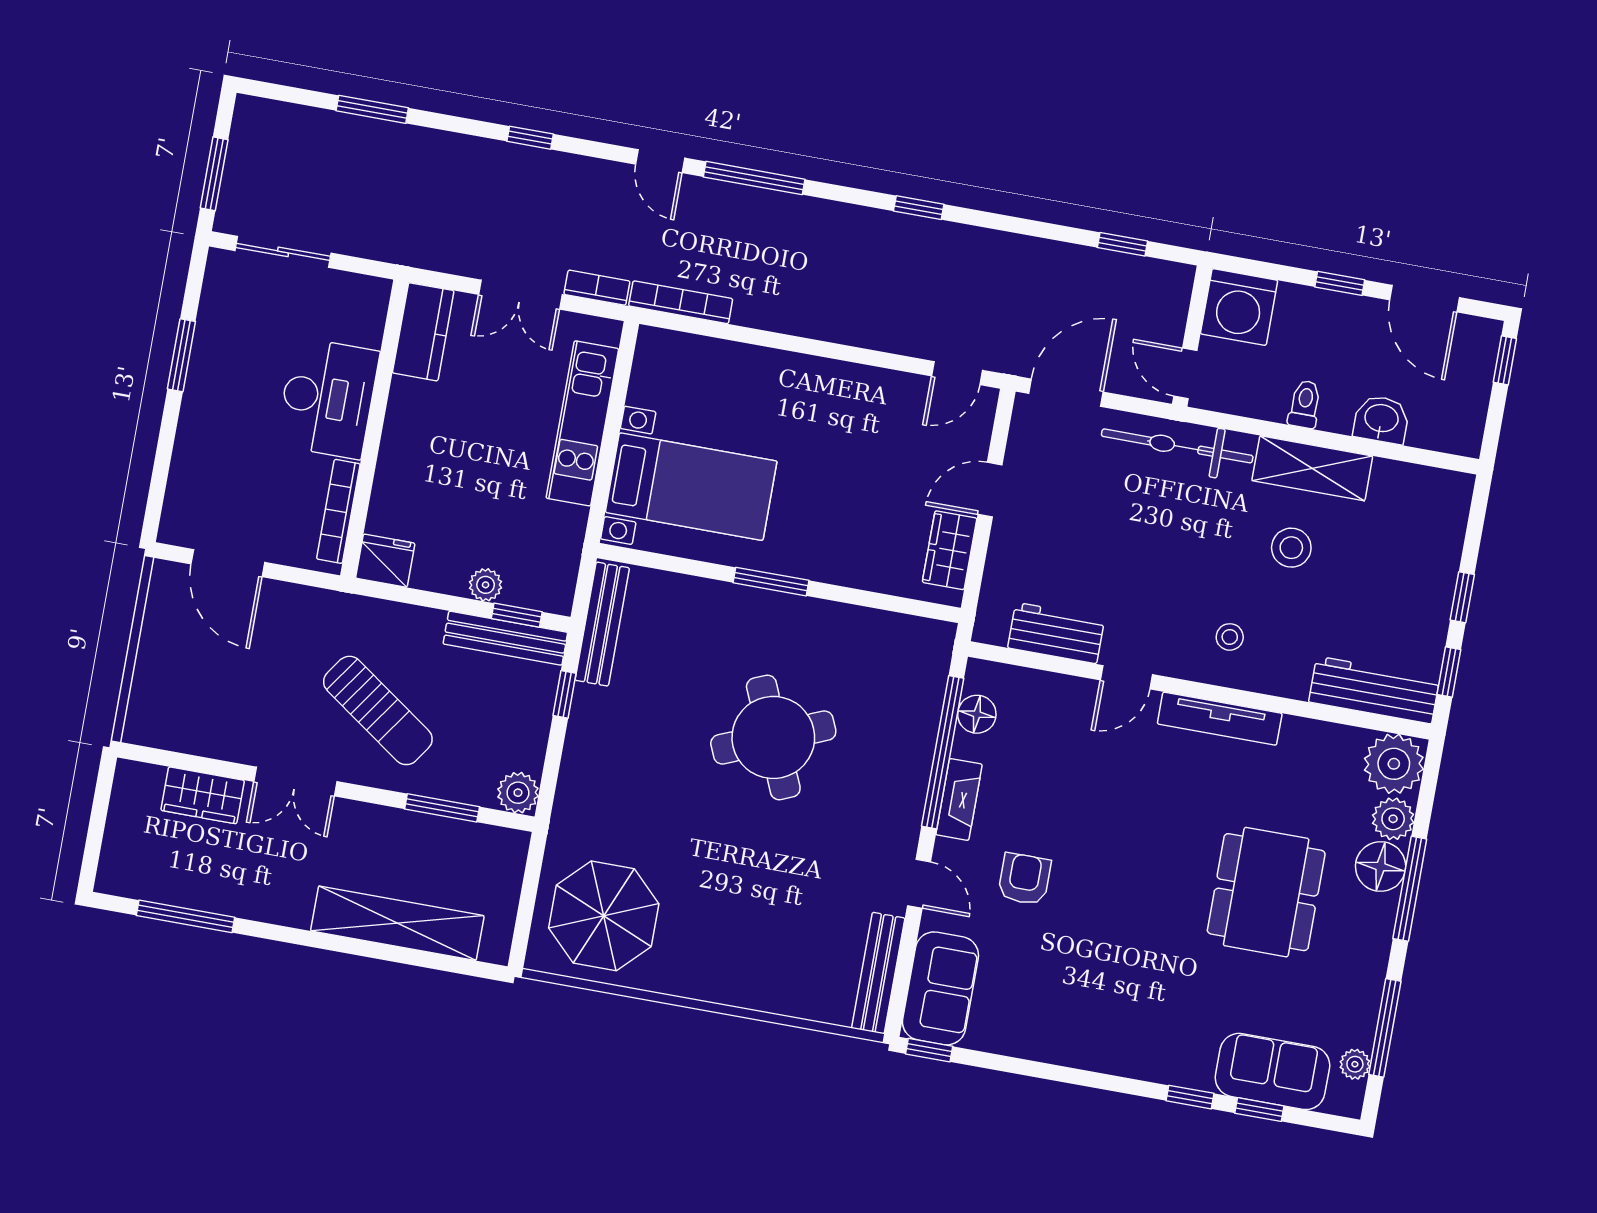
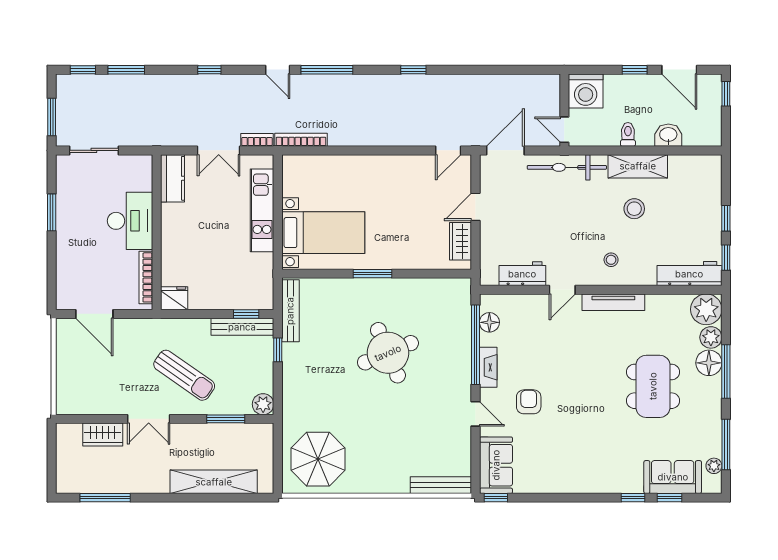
window: (1122, 244) -> (83, 70), moved
plant: (486, 585) -> (227, 301), removed
bench: (878, 973) -> (441, 485), moved, turned 90

